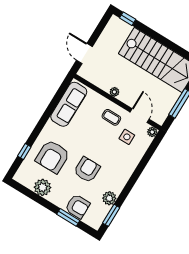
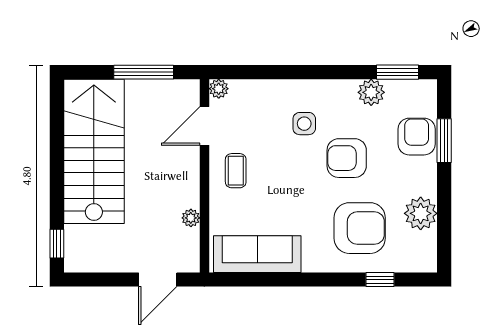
plant: (114, 92) -> (191, 218), moved
side table: (127, 137) -> (304, 124), moved

